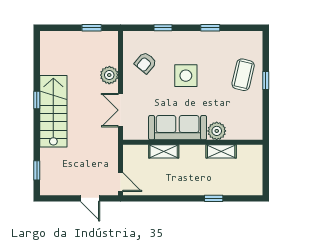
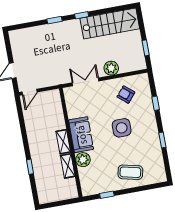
window: (266, 80) -> (107, 195), moved
stairs: (53, 111) -> (110, 23), moved
sofa: (178, 128) -> (81, 135), width x0.73
shelving: (164, 151) -> (63, 142), moved
window: (37, 170) -> (55, 20), moved

